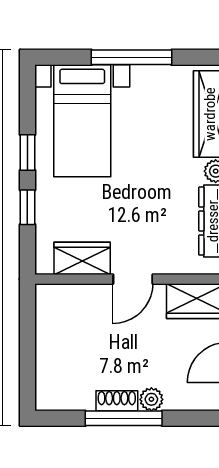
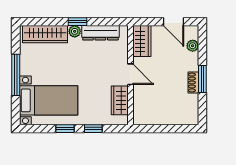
plant: (151, 399) -> (193, 46), moved
window: (124, 418) -> (202, 79), width x0.69

